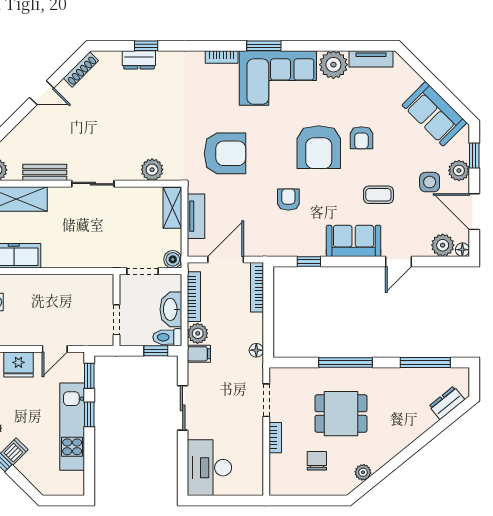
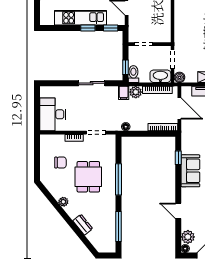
sofa: (354, 241) -> (190, 171), moved
washbasin: (171, 309) -> (160, 76), moved
dresser: (447, 403) -> (83, 225), moved
desk: (209, 468) -> (53, 114), moved, turned -90
plant: (363, 472) -> (63, 202), moved

